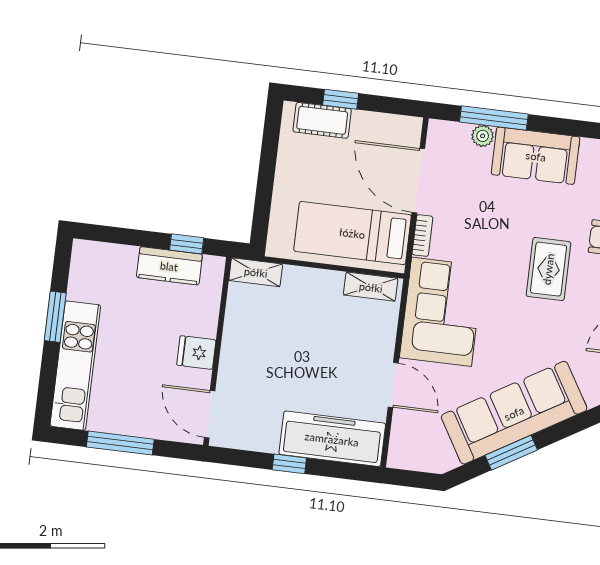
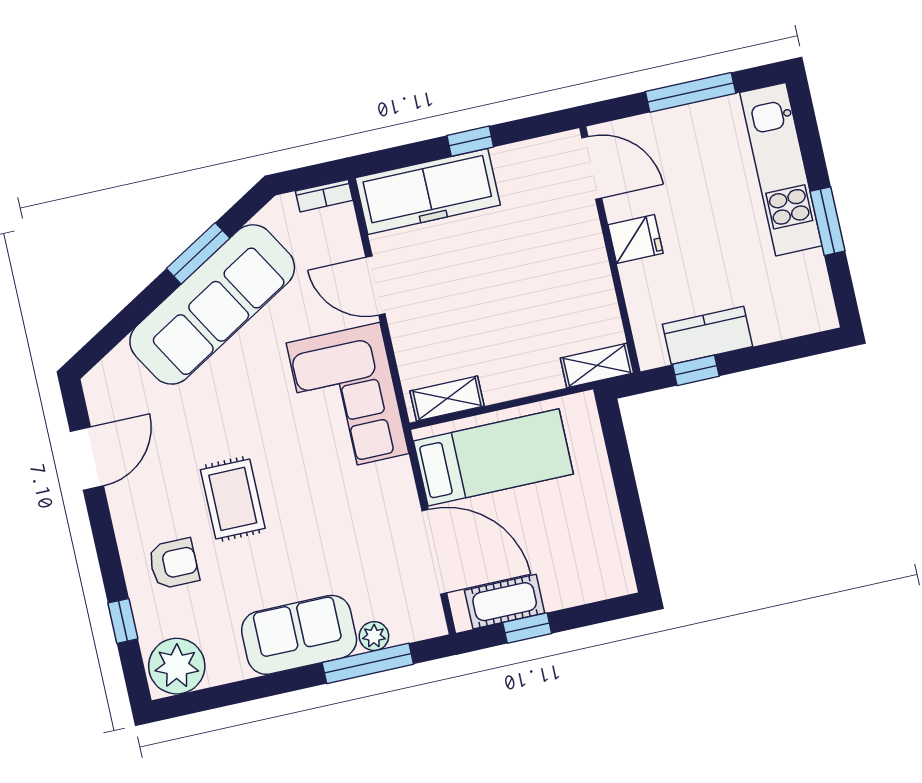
window: (341, 99) -> (527, 628), moved
cot: (322, 120) -> (505, 602), moved
bookcase: (422, 236) -> (324, 196), moved, turned -90

